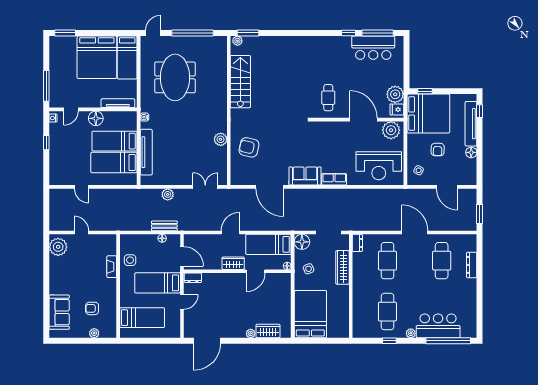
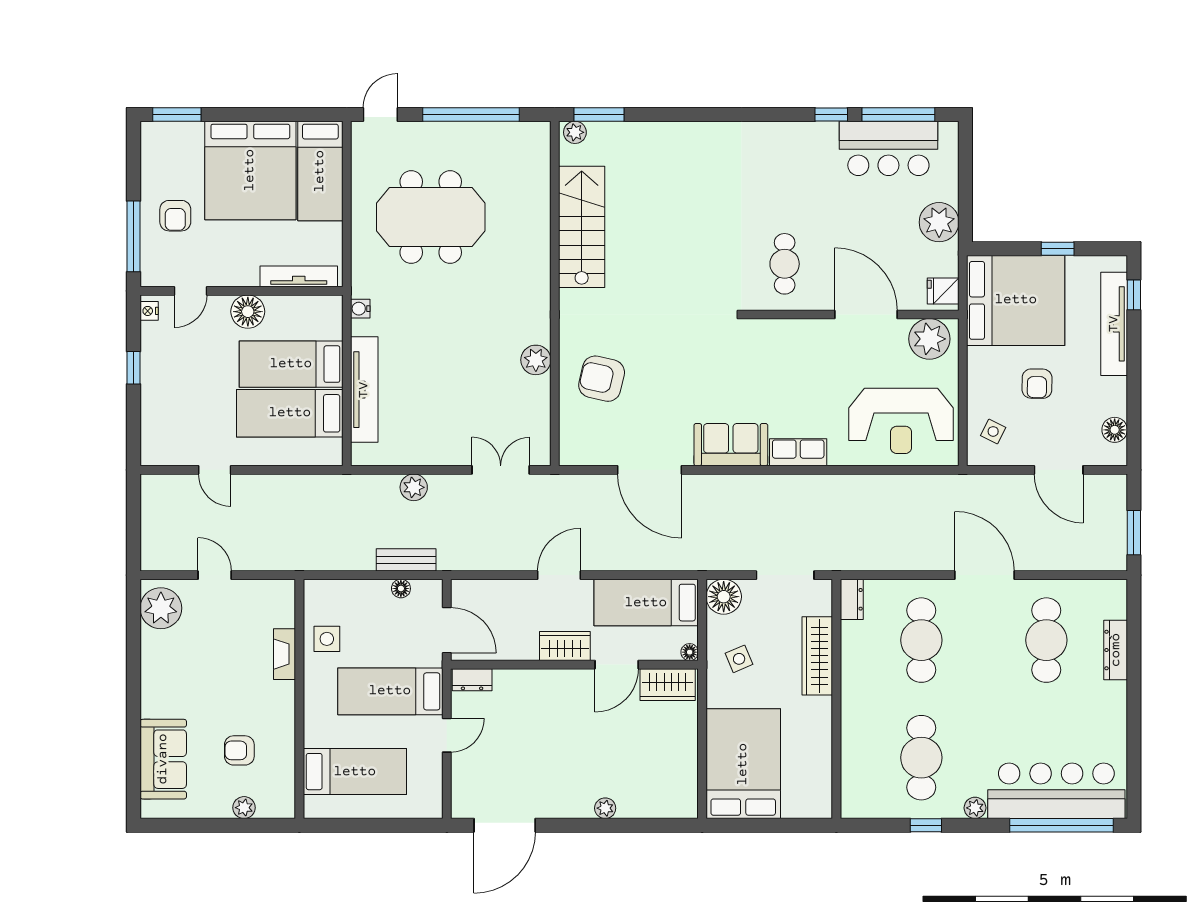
armchair: (64, 77) -> (175, 216), added
meeting table: (175, 77) -> (431, 217), turned 90
window: (425, 91) -> (1058, 249), moved
plant: (395, 94) -> (939, 222), moved
floor lamp: (471, 152) -> (1115, 430), moved
bar counter: (438, 326) -> (1056, 791), width x1.36
wardrobe: (268, 331) -> (668, 685), moved, turned 180

